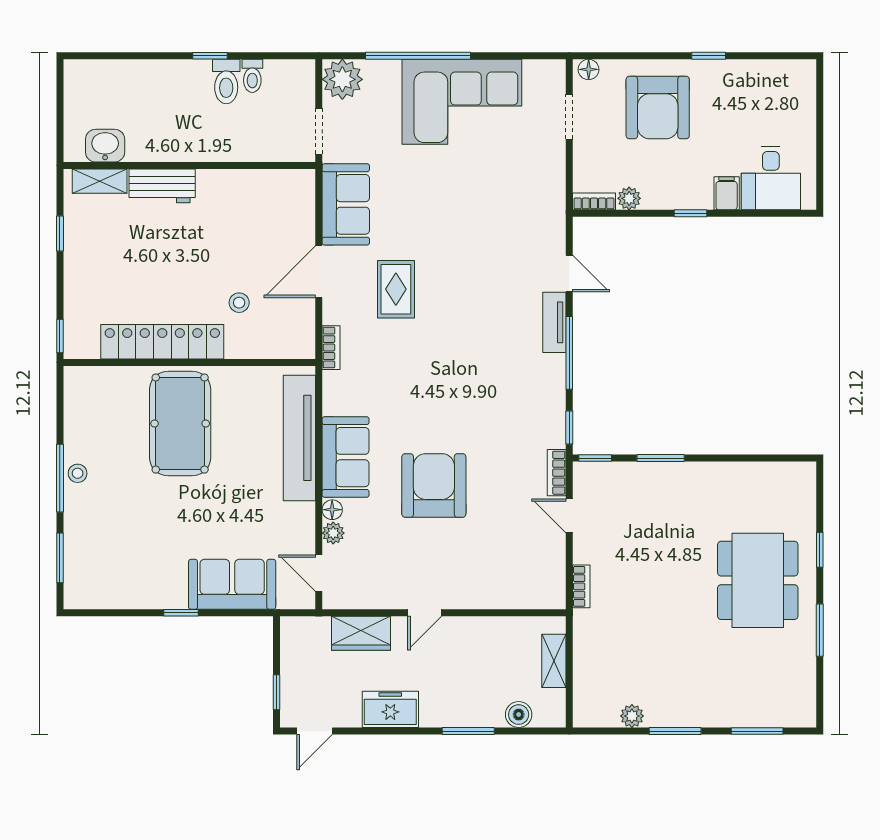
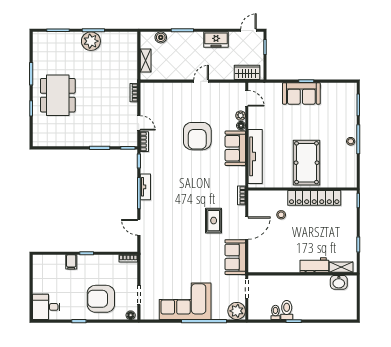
armchair: (658, 108) -> (101, 299), turned -90
desk: (771, 178) -> (46, 307), moved, turned -90
plant: (629, 198) -> (113, 260), removed
tv unit: (554, 322) -> (145, 187), moved
sofa: (232, 584) -> (301, 93), moved
wardrobe: (361, 633) -> (247, 72), moved
plant: (632, 716) -> (91, 41), moved, width x1.87, depth x1.87

